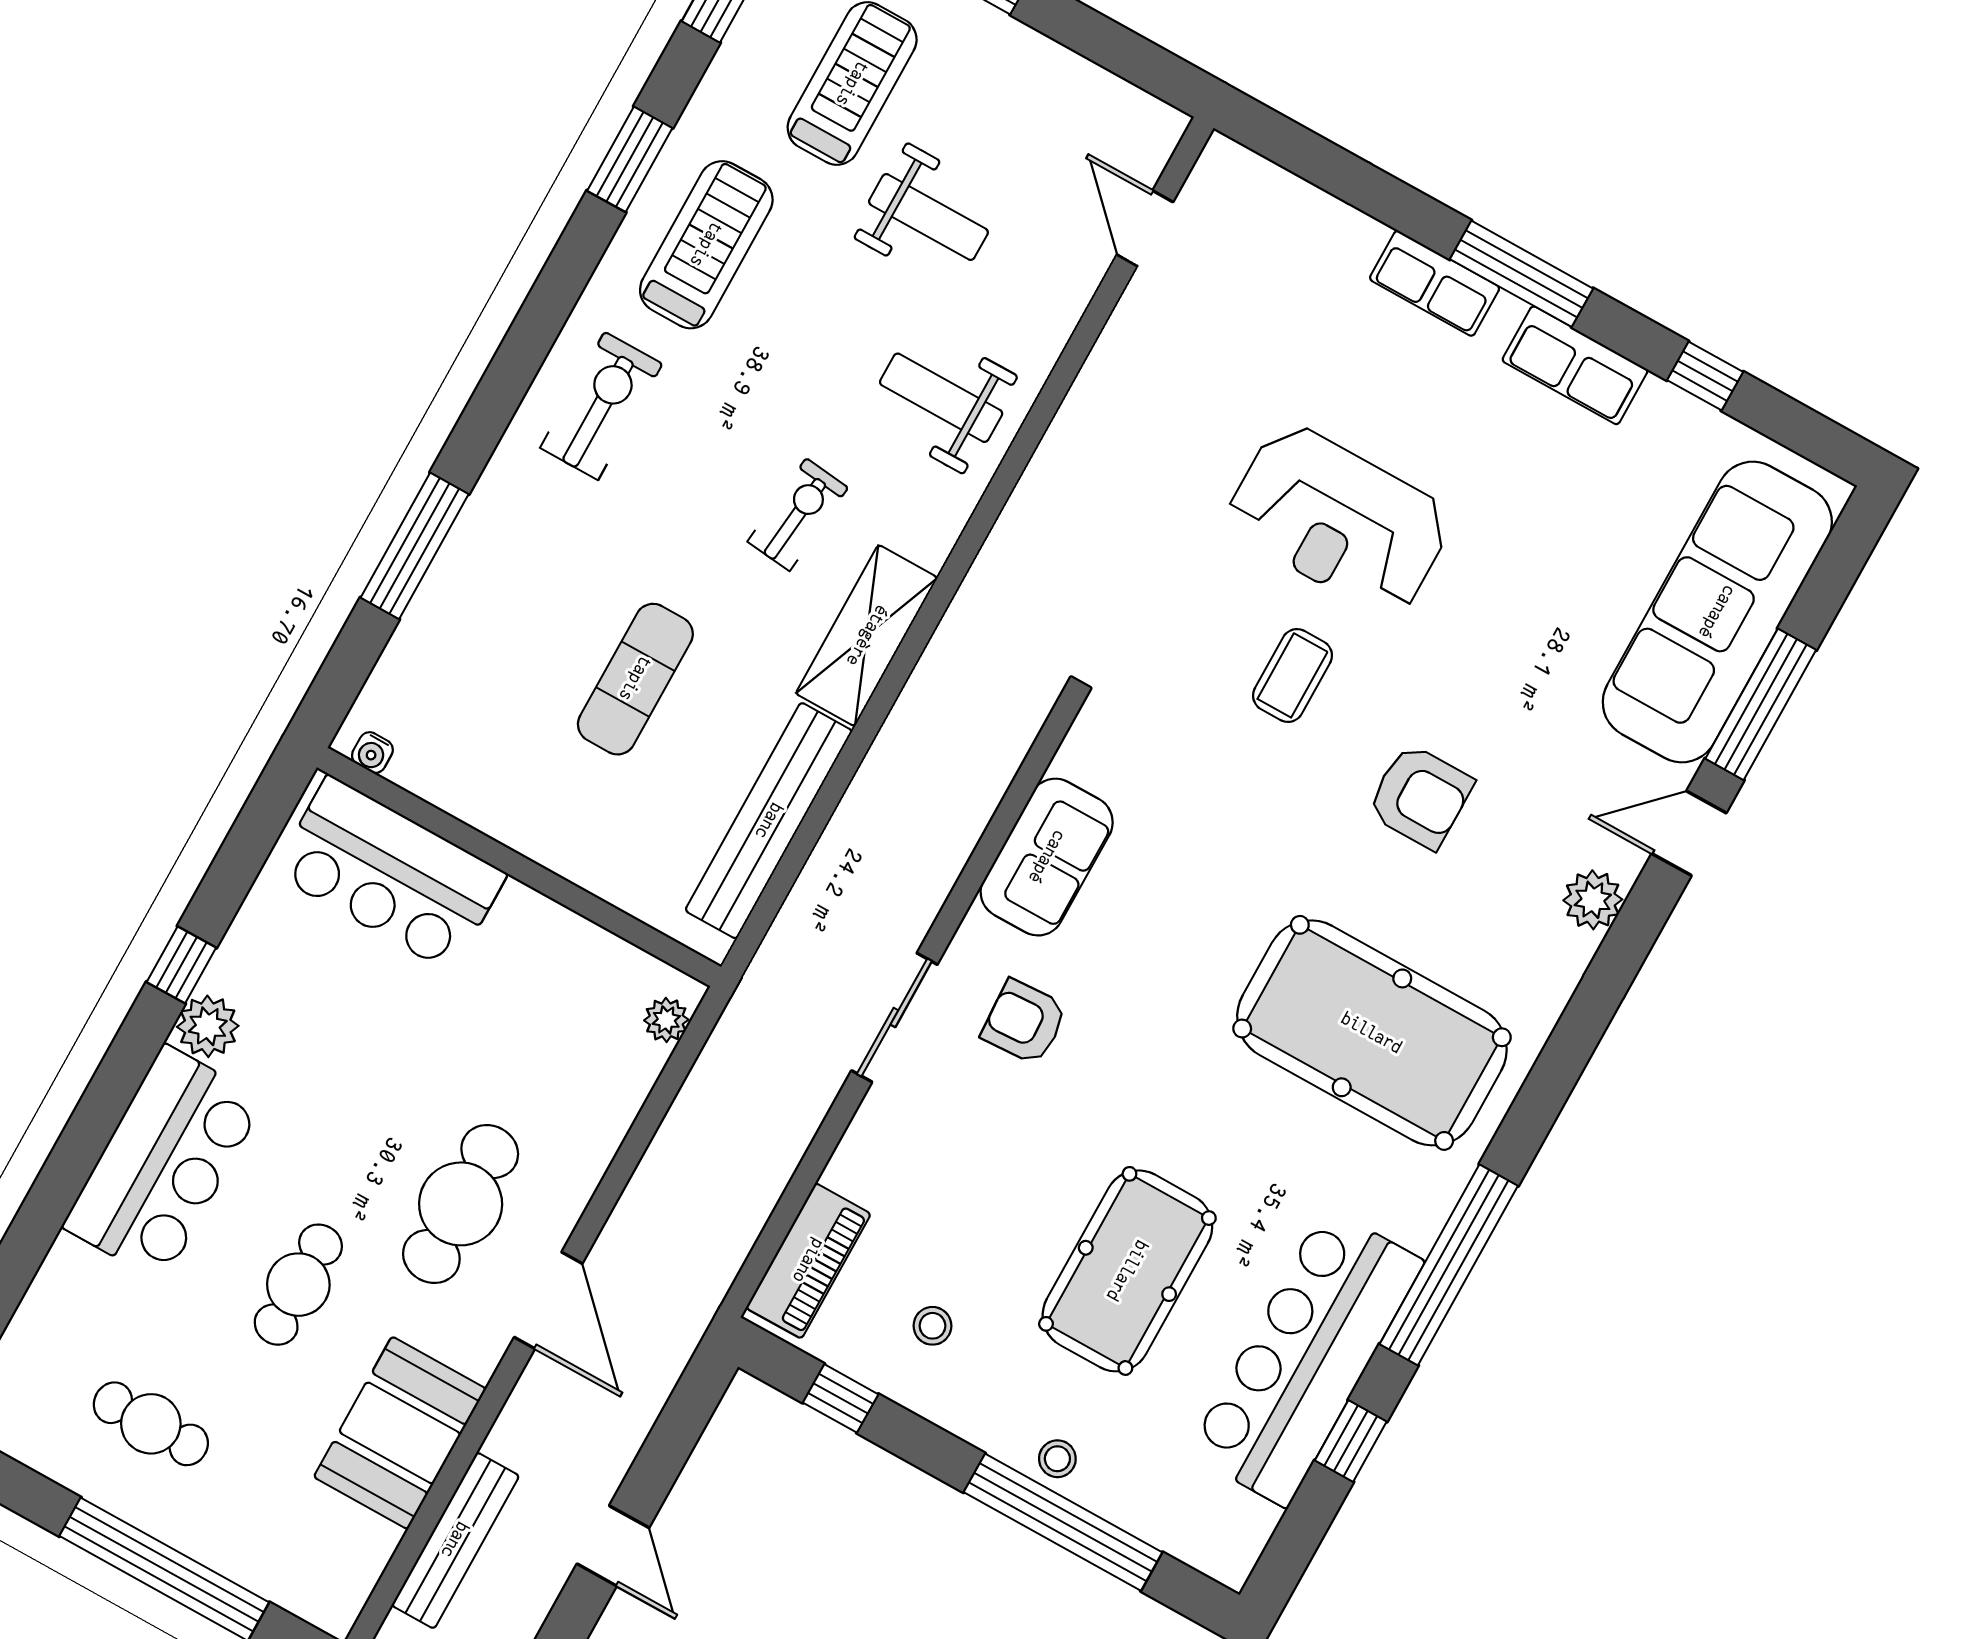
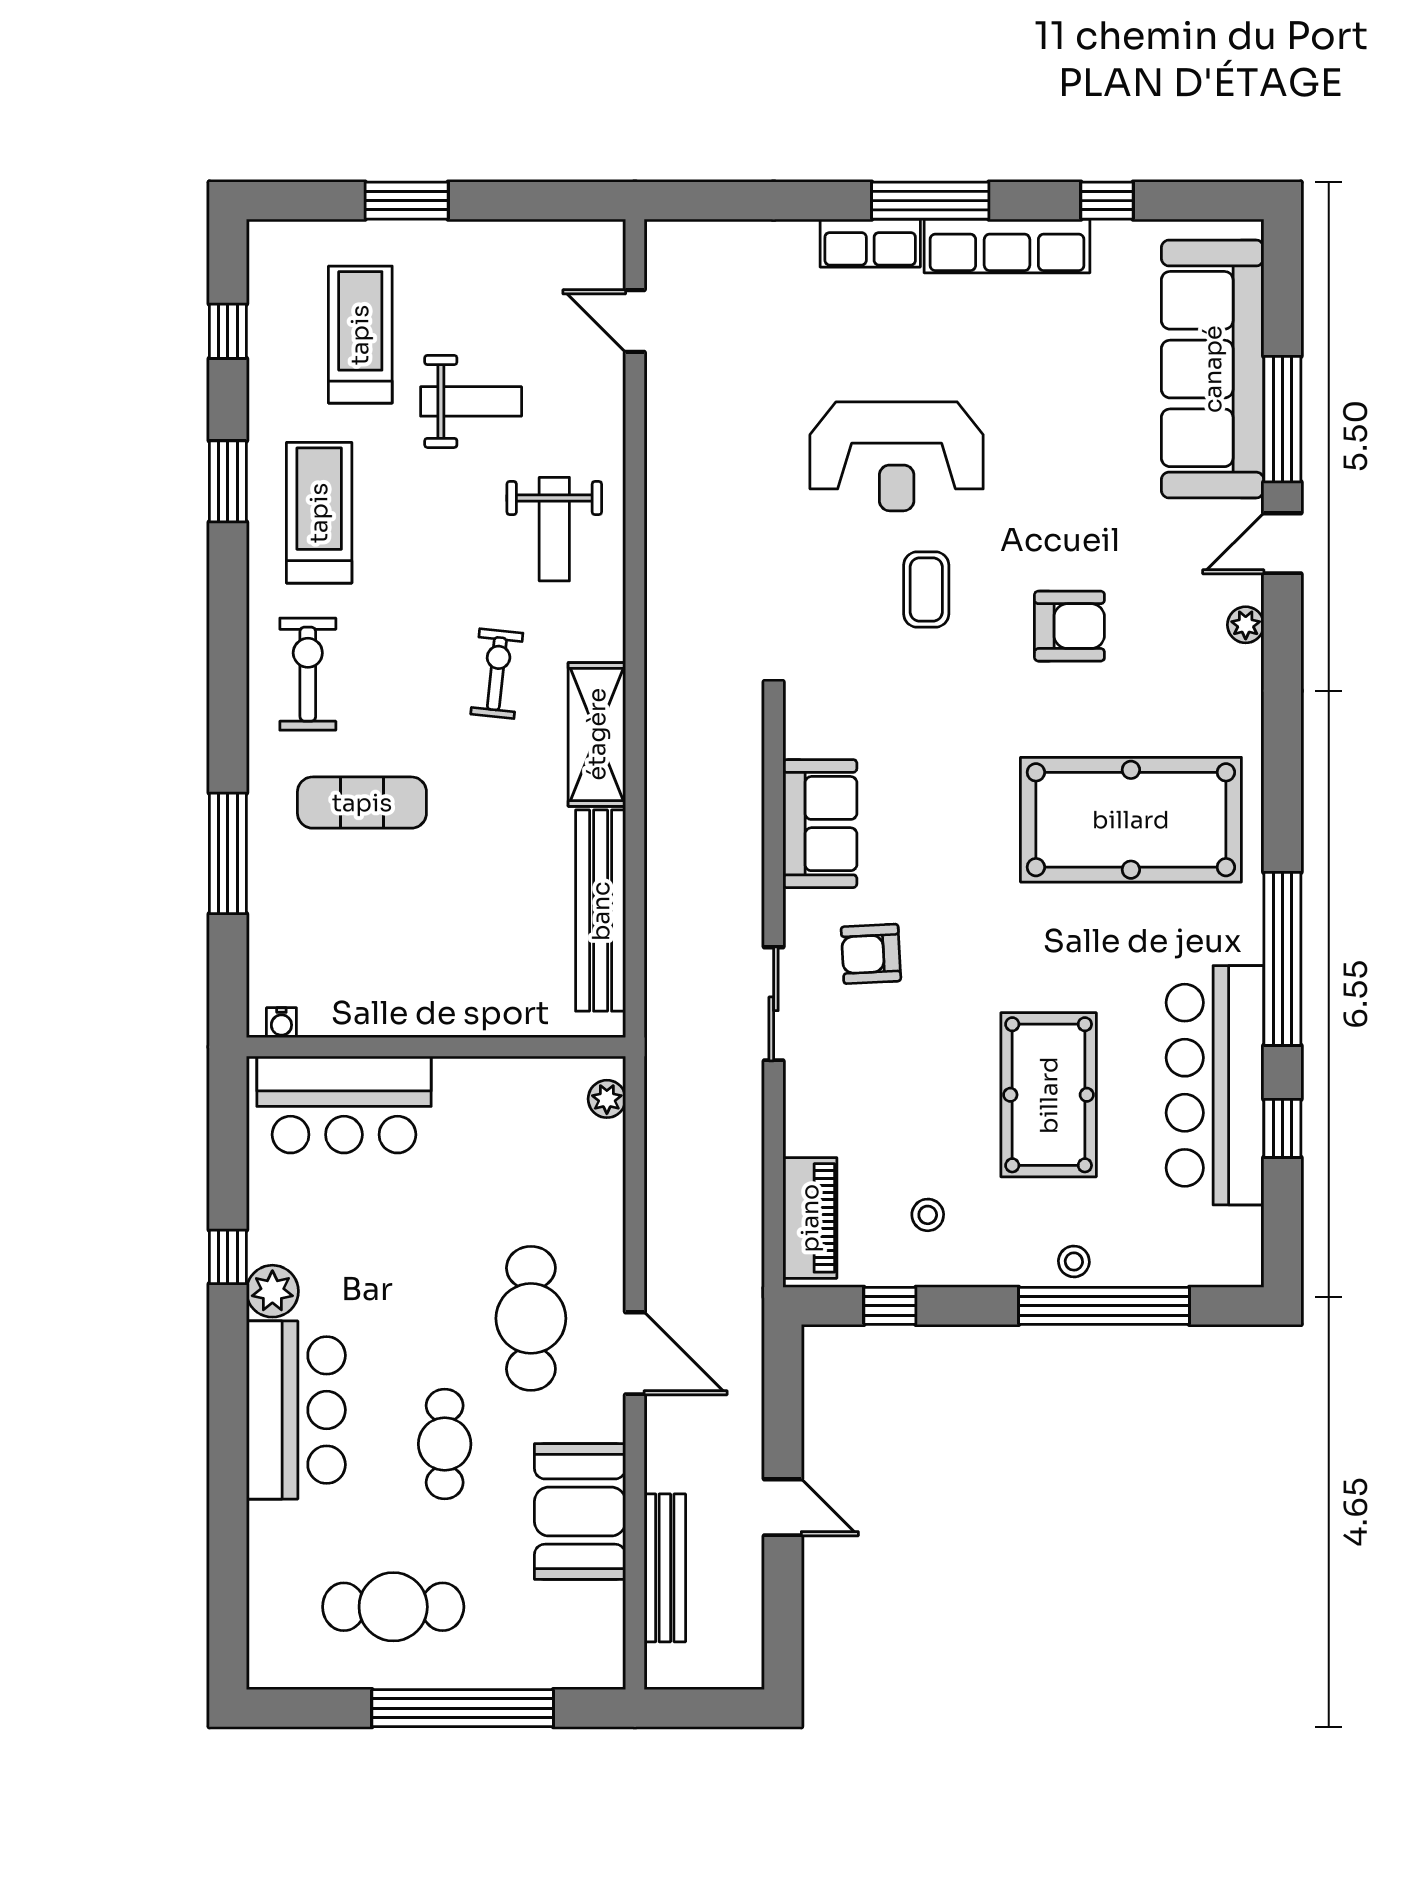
row of seats: (1575, 365) -> (1007, 246), width x1.48
weight bench: (941, 398) -> (554, 529), turned -90
exercise mat: (635, 679) -> (362, 803), moved, turned 90
plant: (1593, 900) -> (1246, 625), width x0.73, depth x0.73
cafe table: (151, 1424) -> (393, 1607), width x1.37, depth x1.35

